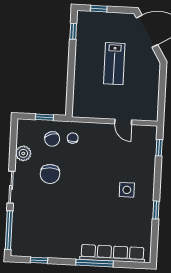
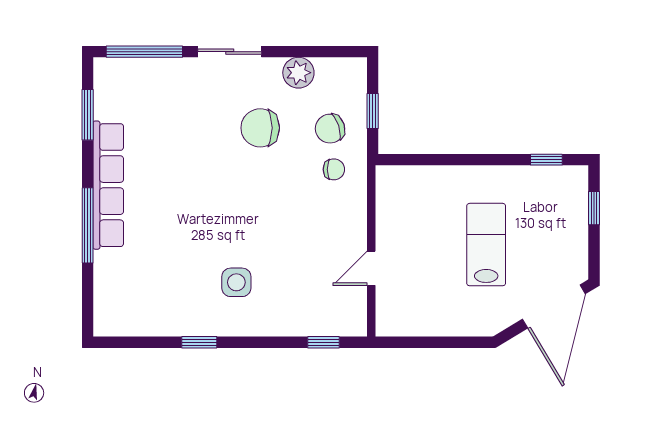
lab bench: (114, 64) -> (486, 245), turned 90
row of seats: (112, 254) -> (108, 185), moved
window: (39, 260) -> (88, 115), width x1.50

